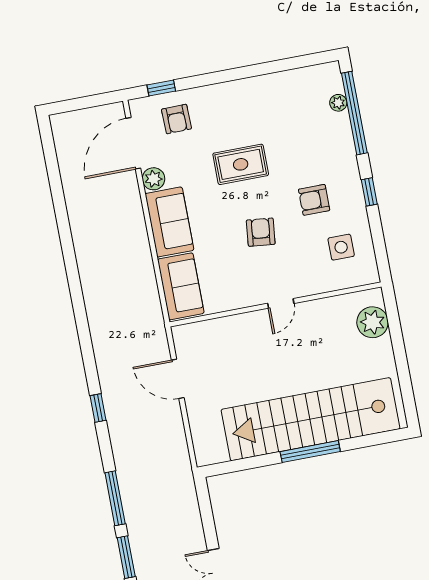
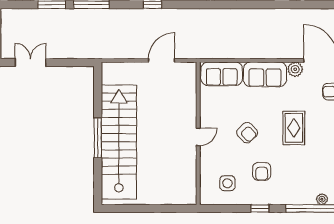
armchair: (314, 200) -> (262, 171), turned 180
armchair: (261, 232) -> (247, 133), turned 40
door: (281, 303) -> (198, 137), swing flipped
plant: (372, 322) -> (175, 194), removed

